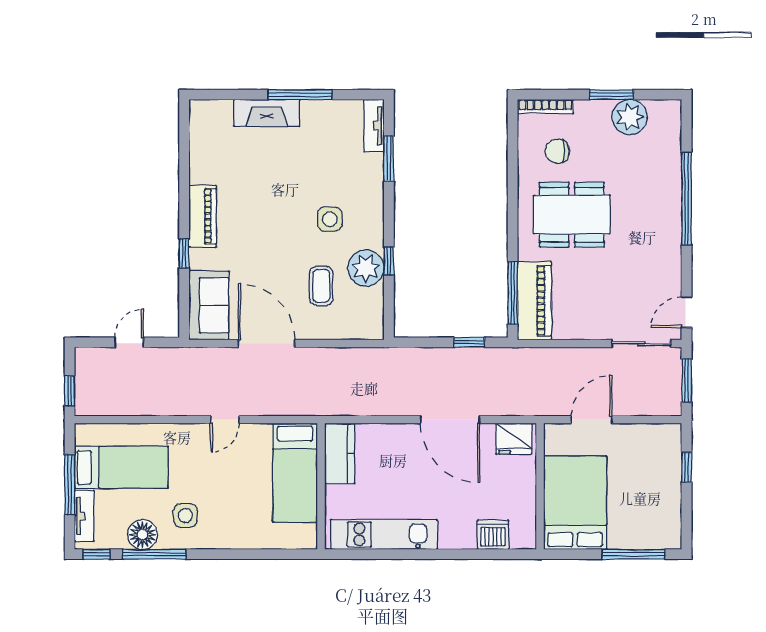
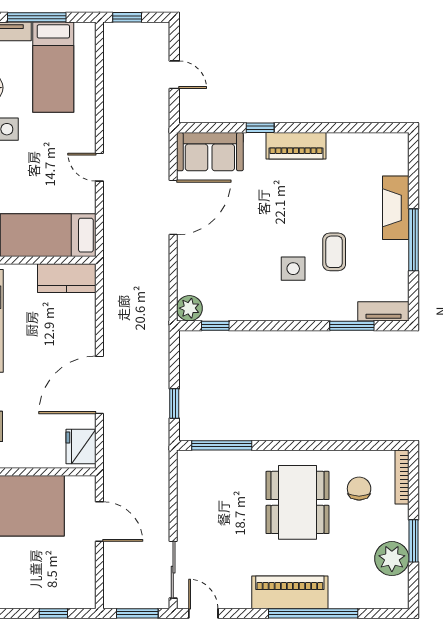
window: (389, 261) -> (215, 326), moved
plant: (366, 268) -> (189, 308), moved, width x0.73, depth x0.73
coffee table: (321, 286) -> (334, 252), moved, turned 90
piano: (534, 301) -> (290, 592), moved, turned 180

